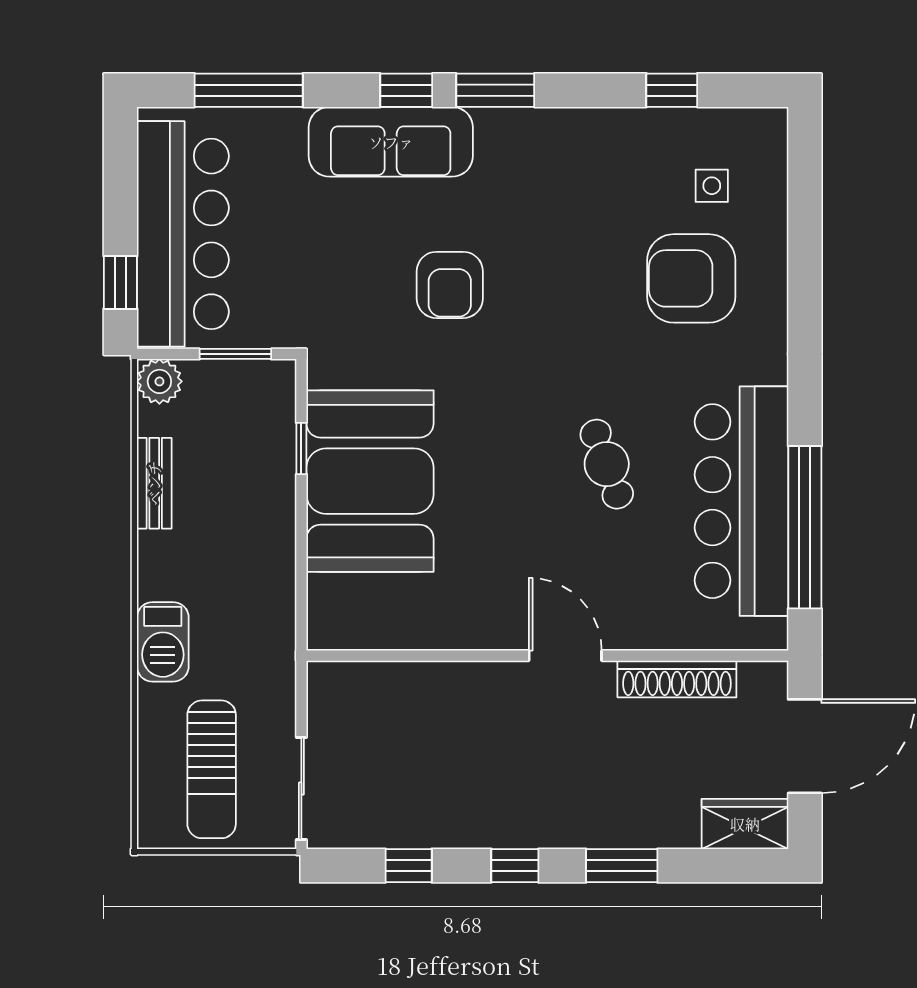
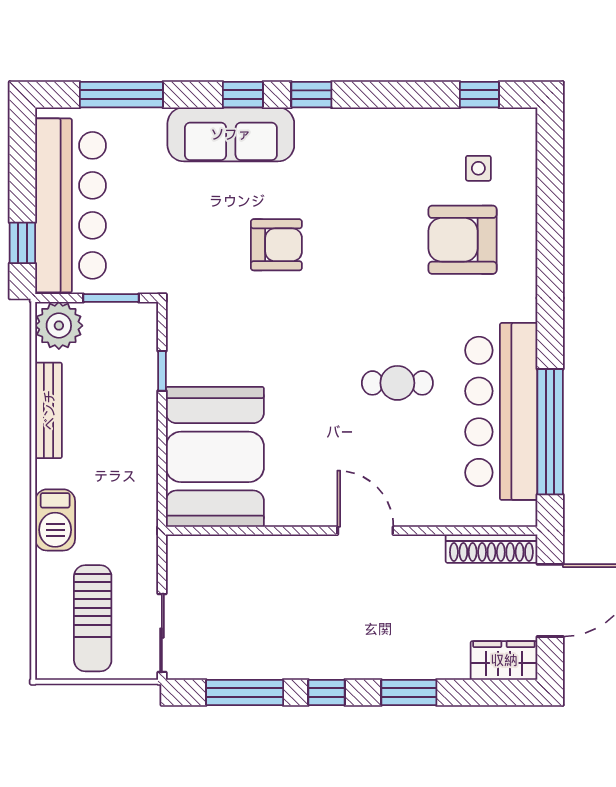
window: (495, 90) -> (311, 95), width x0.67
window: (672, 90) -> (479, 95), moved
armchair: (450, 285) -> (276, 245), turned -90
plant: (159, 381) -> (59, 326), width x1.36, depth x1.36
cafe table: (607, 464) -> (397, 383), turned -70
booth: (370, 481) -> (215, 457), moved
bench: (154, 483) -> (49, 410), width x1.36
shoe rack: (677, 679) -> (491, 549), moved
window: (409, 866) -> (245, 692), width x2.17

